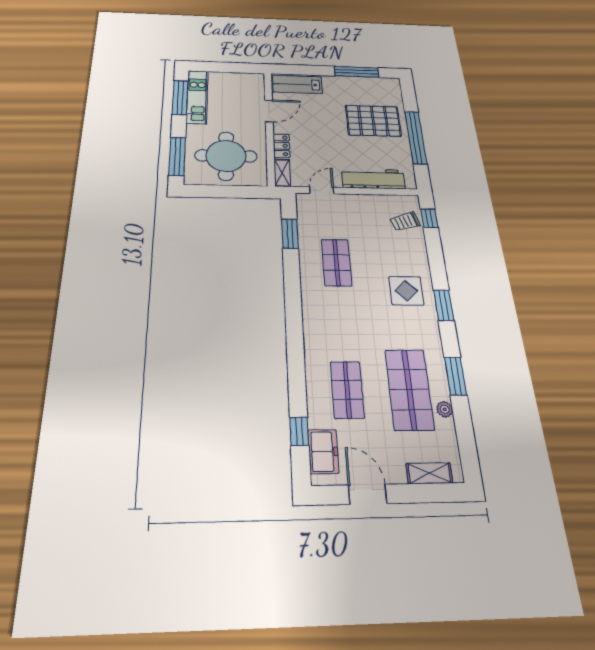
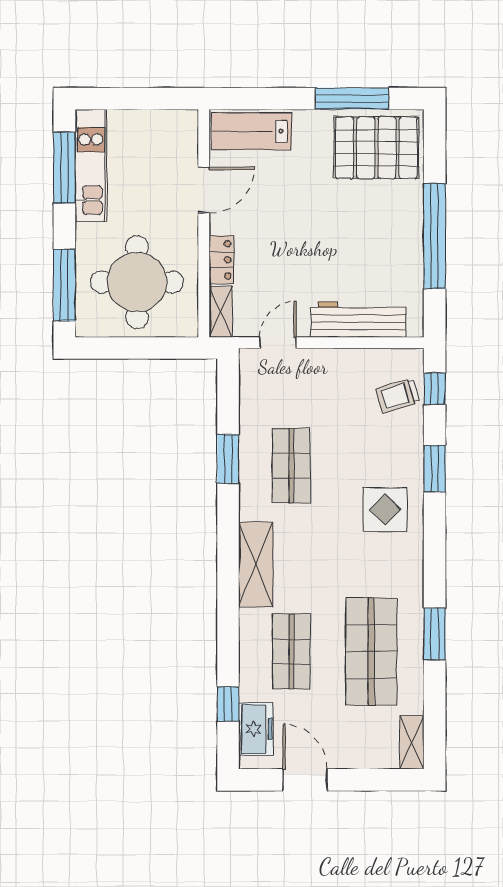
pallet: (373, 121) -> (376, 148), moved
window: (290, 234) -> (228, 459), moved
window: (444, 305) -> (435, 469), moved
shelving: (315, 327) -> (256, 565), added
plant: (445, 409) -> (413, 678), removed
shelving: (429, 473) -> (412, 742), moved, turned 90

